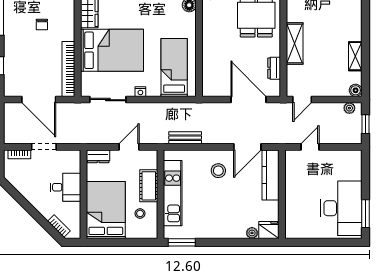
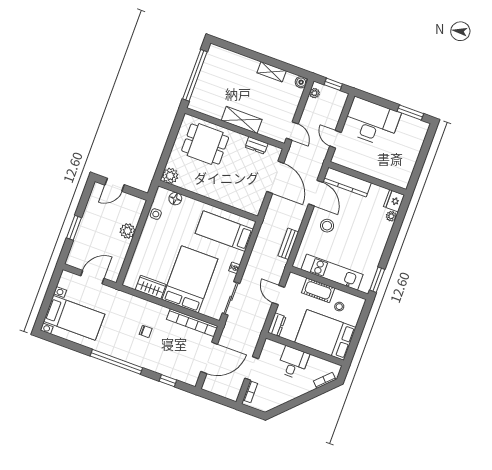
door: (248, 100) -> (275, 177), swing flipped
desk: (341, 208) -> (371, 122), moved

